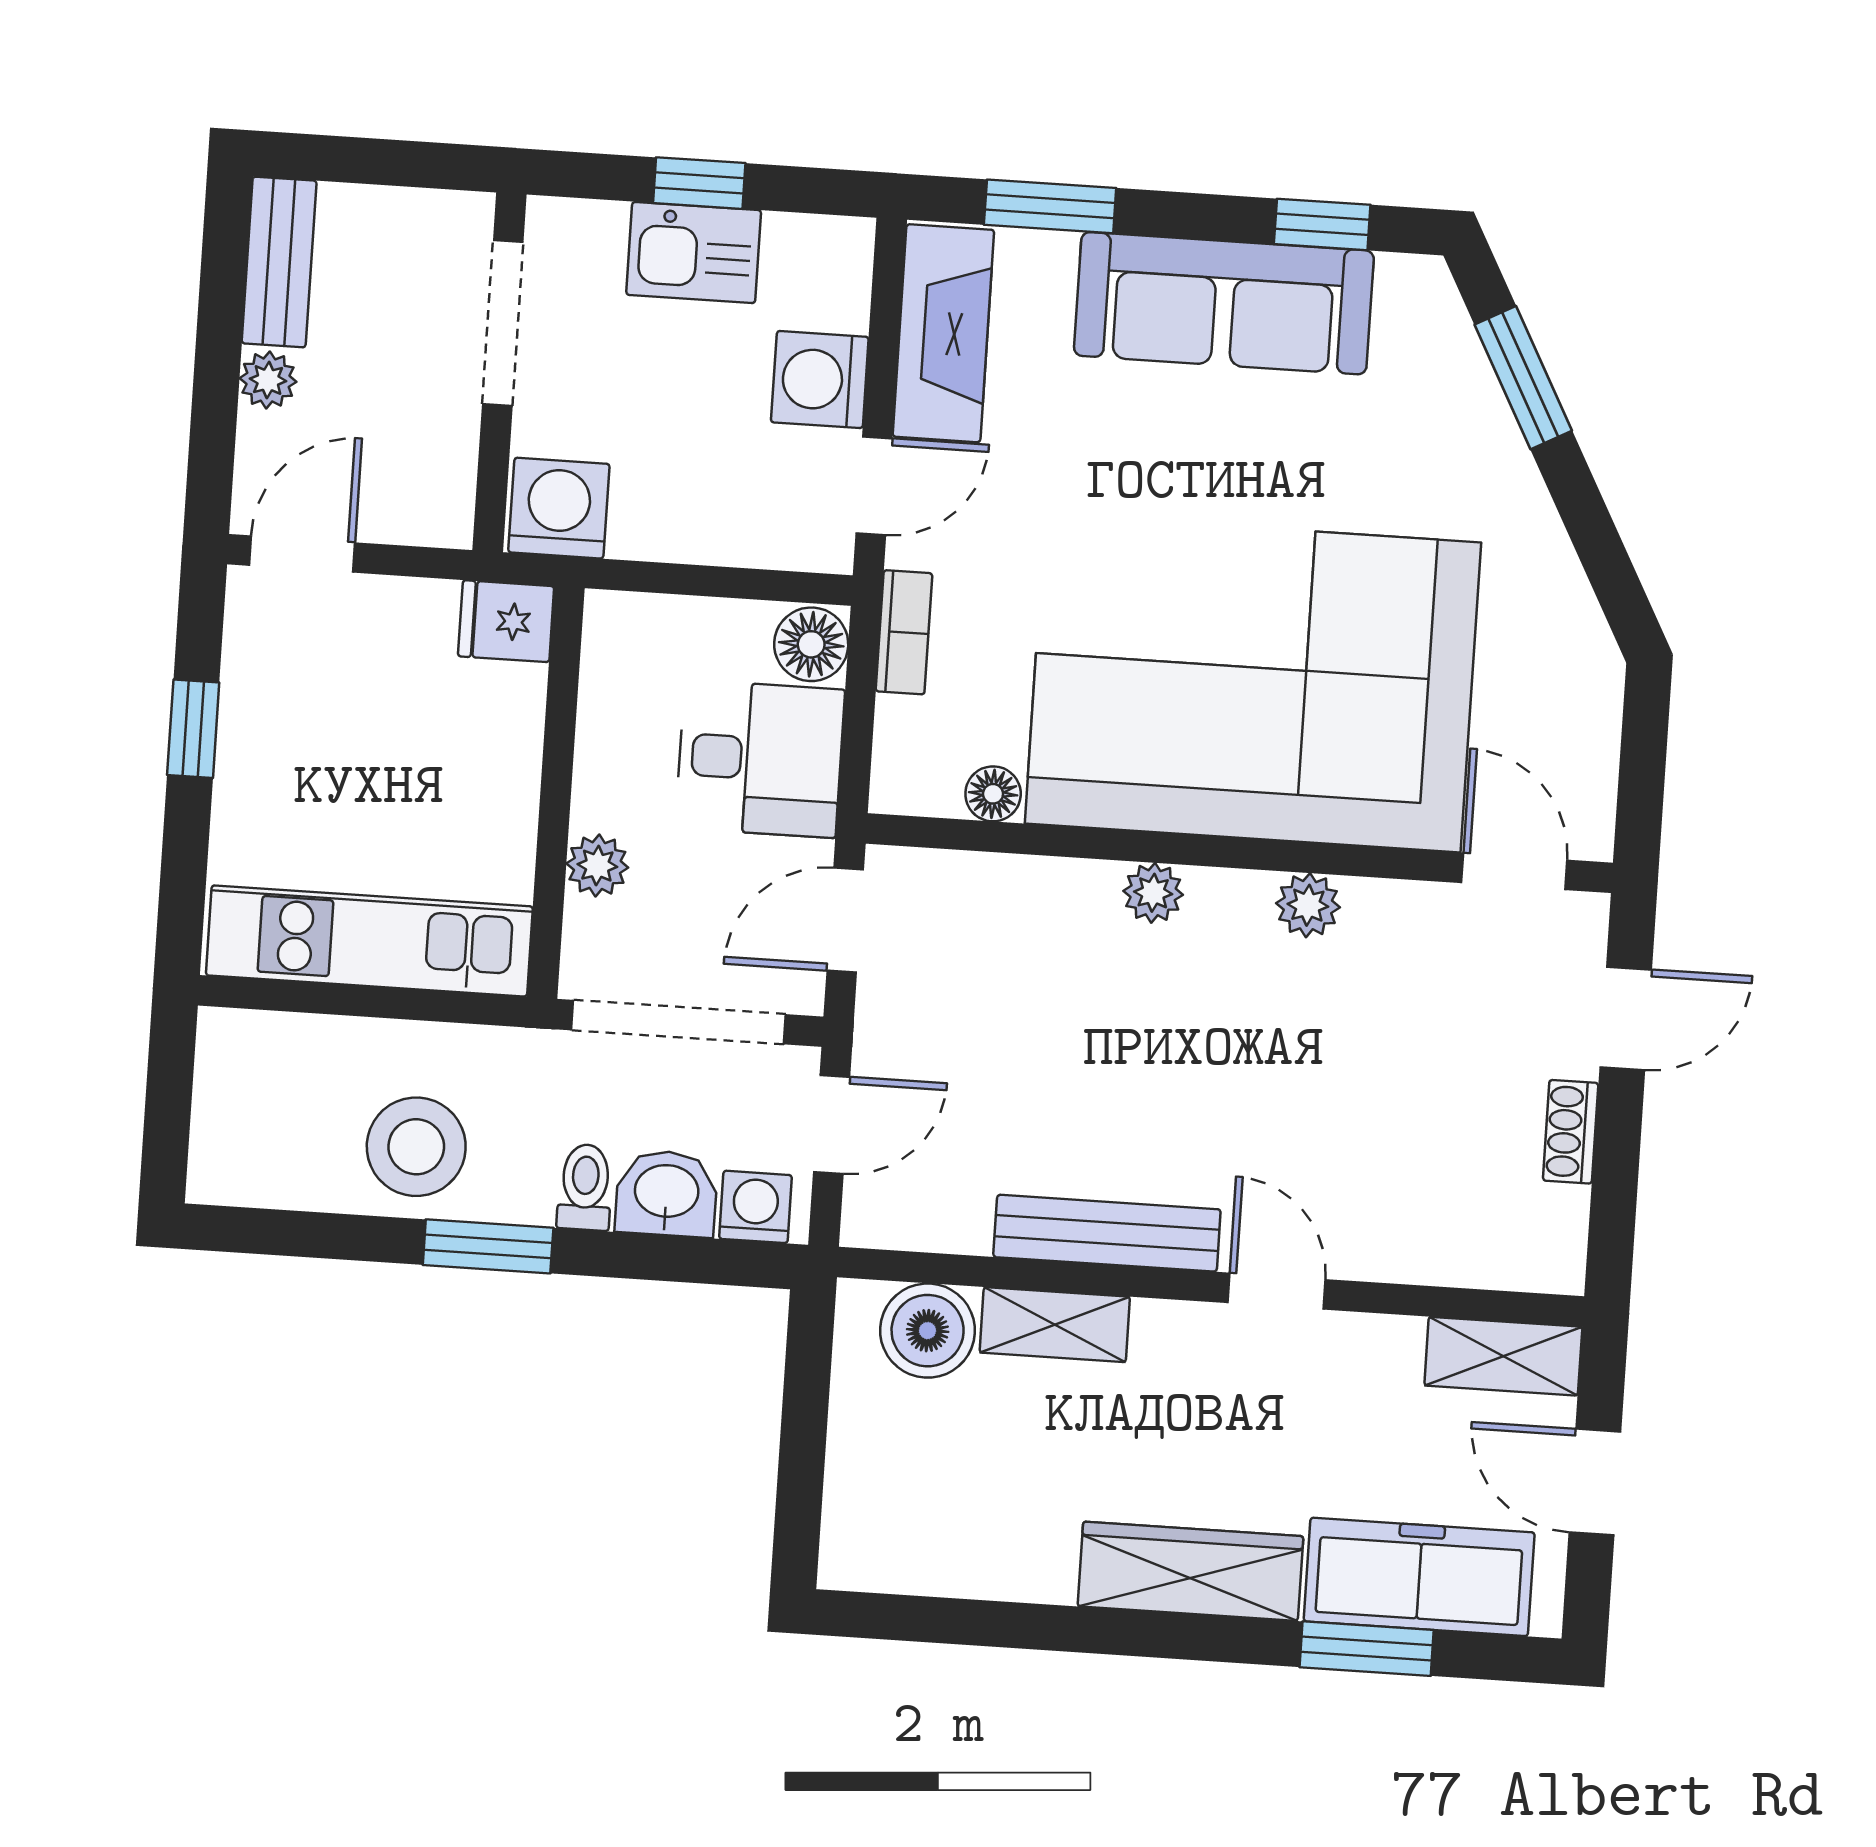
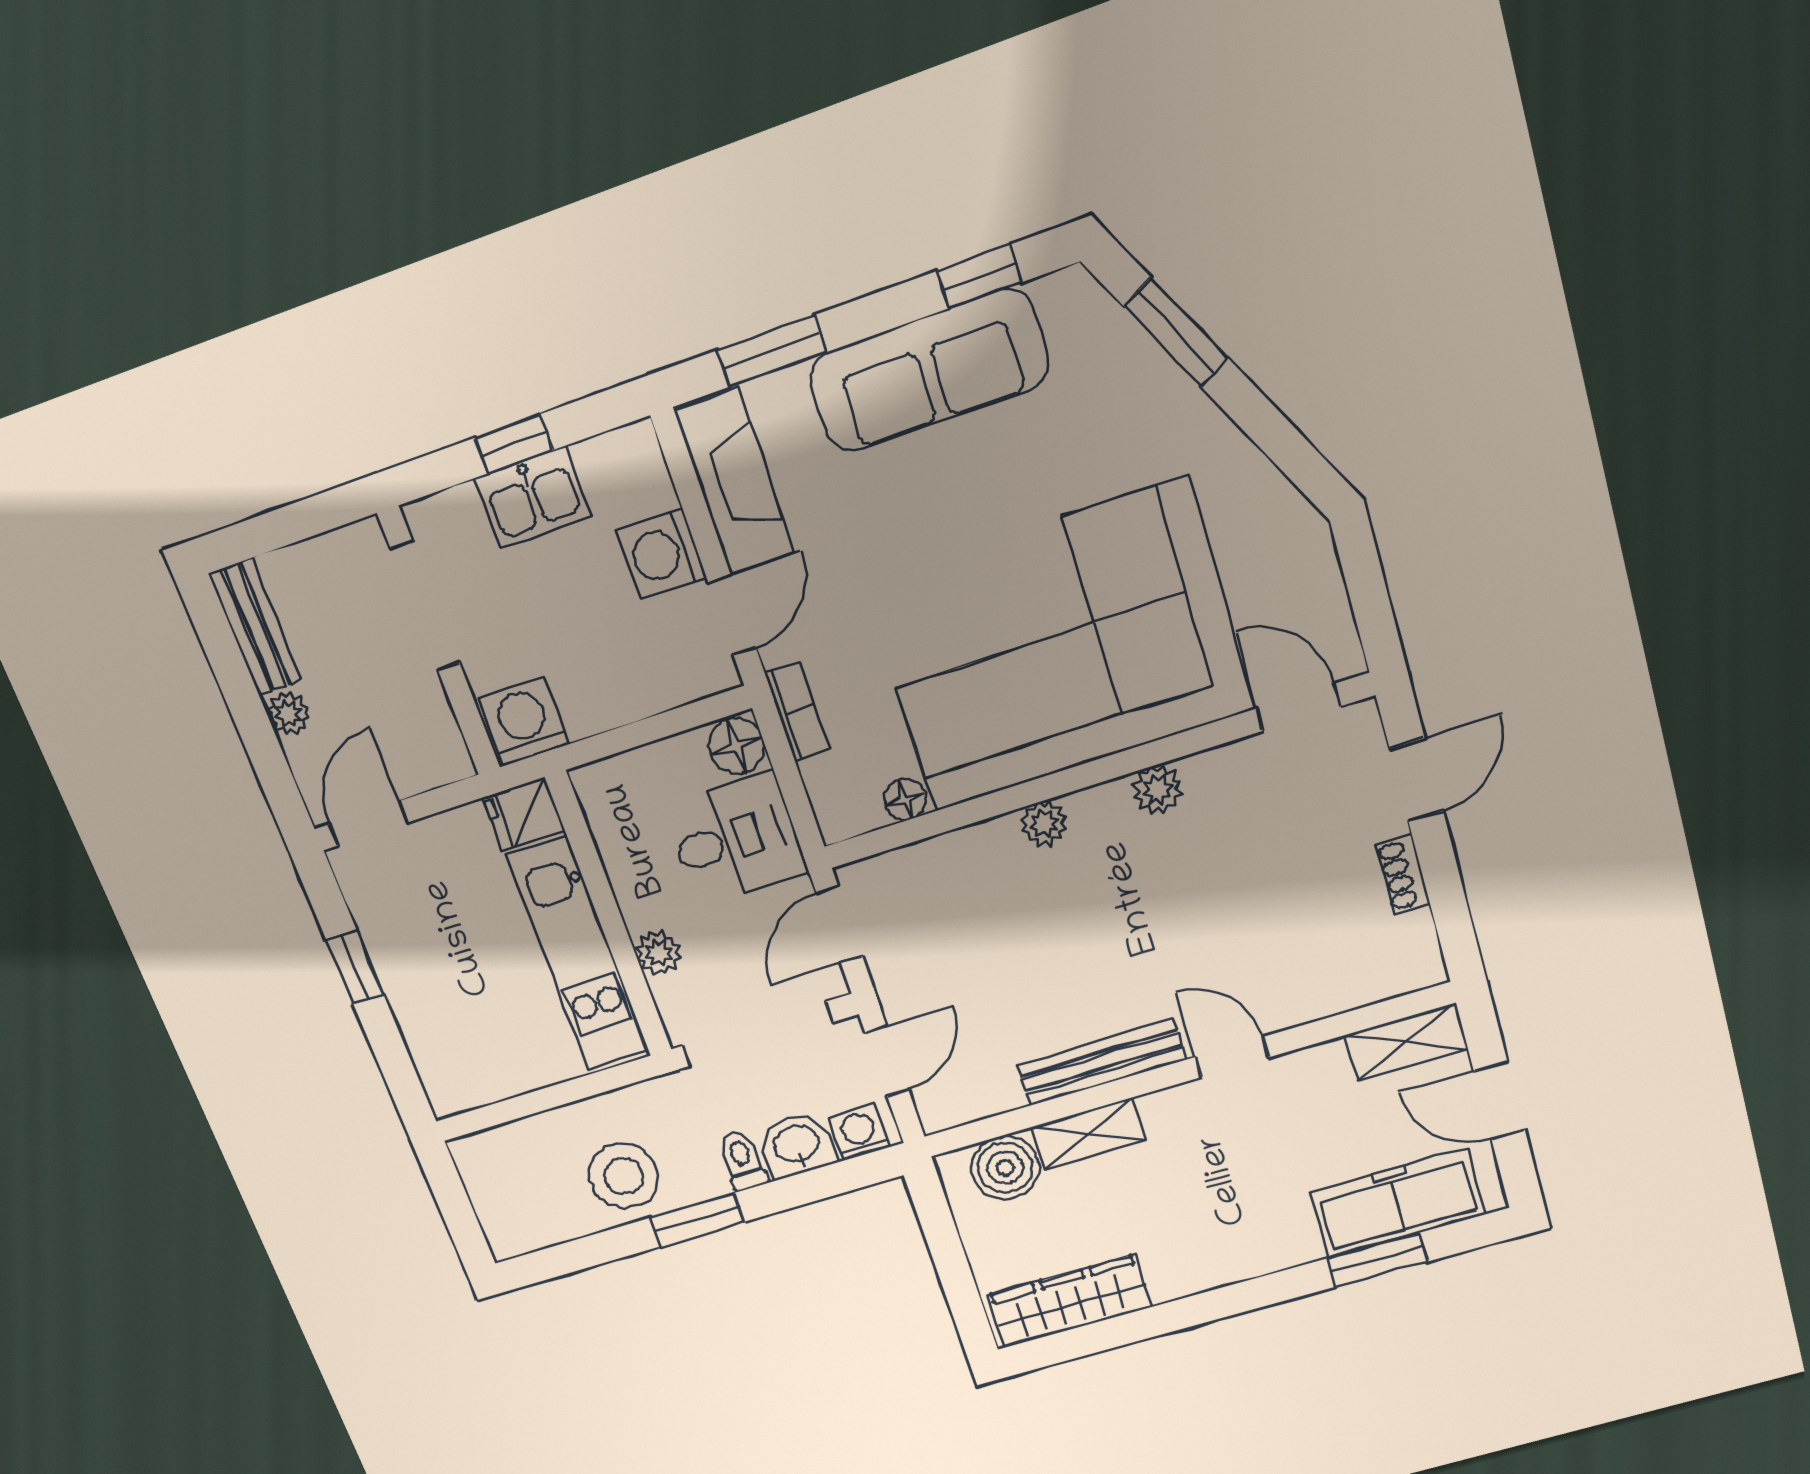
kitchen unit: (369, 941) -> (578, 954), moved, turned -90
wardrobe: (1190, 1571) -> (1069, 1301), moved

